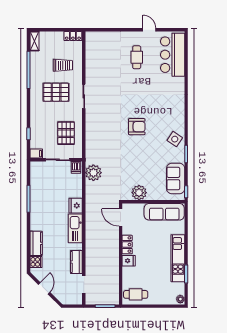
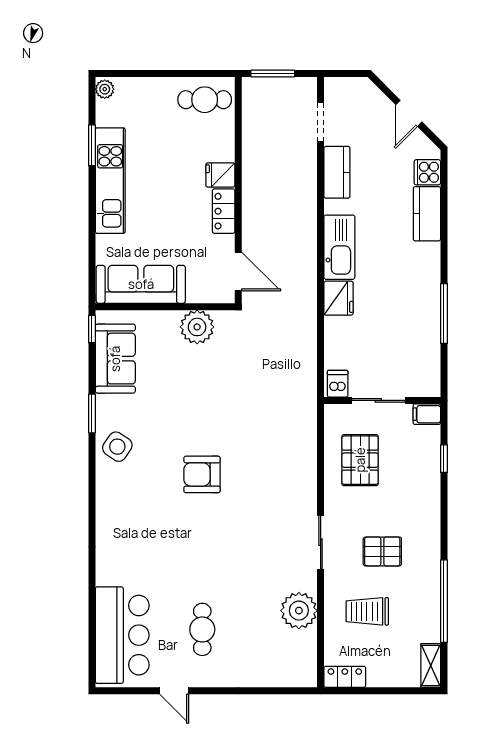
pallet: (56, 92) -> (382, 551), width x0.67, depth x0.71
plant: (93, 173) -> (299, 611), moved

